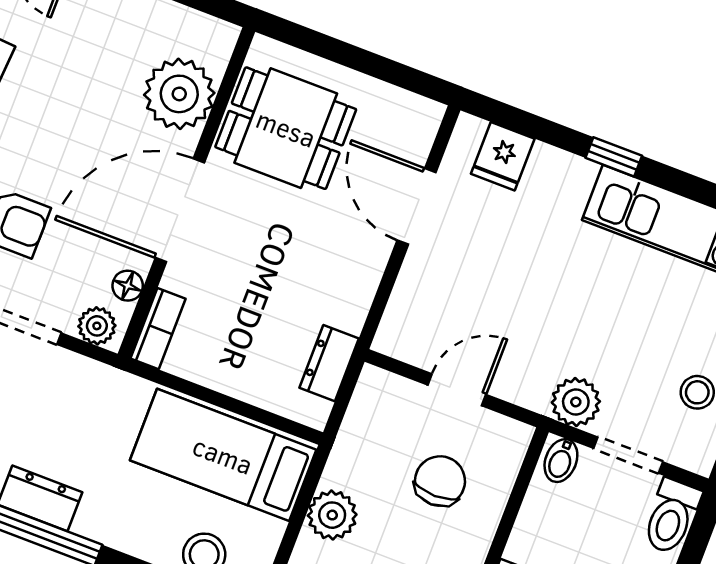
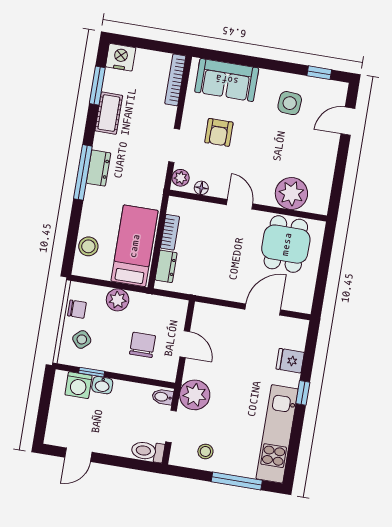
fridge: (503, 156) -> (290, 361), moved
door: (180, 210) -> (240, 204), width x0.53
bookcase: (158, 329) -> (170, 232), moved, turned -90
dresser: (329, 363) -> (166, 266), moved, turned 90
plant: (576, 402) -> (195, 395), width x1.36, depth x1.36
chair: (440, 481) -> (143, 345), turned -90

